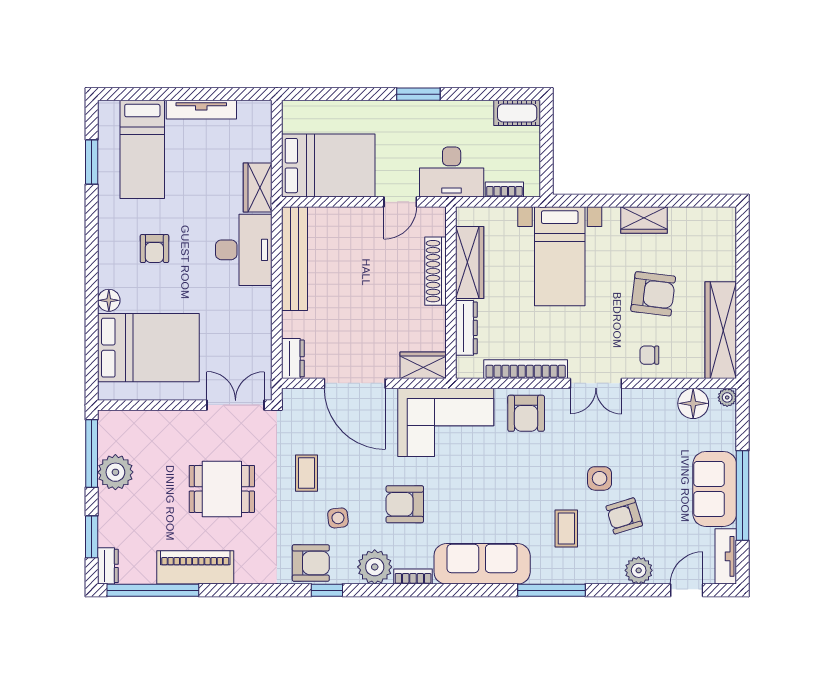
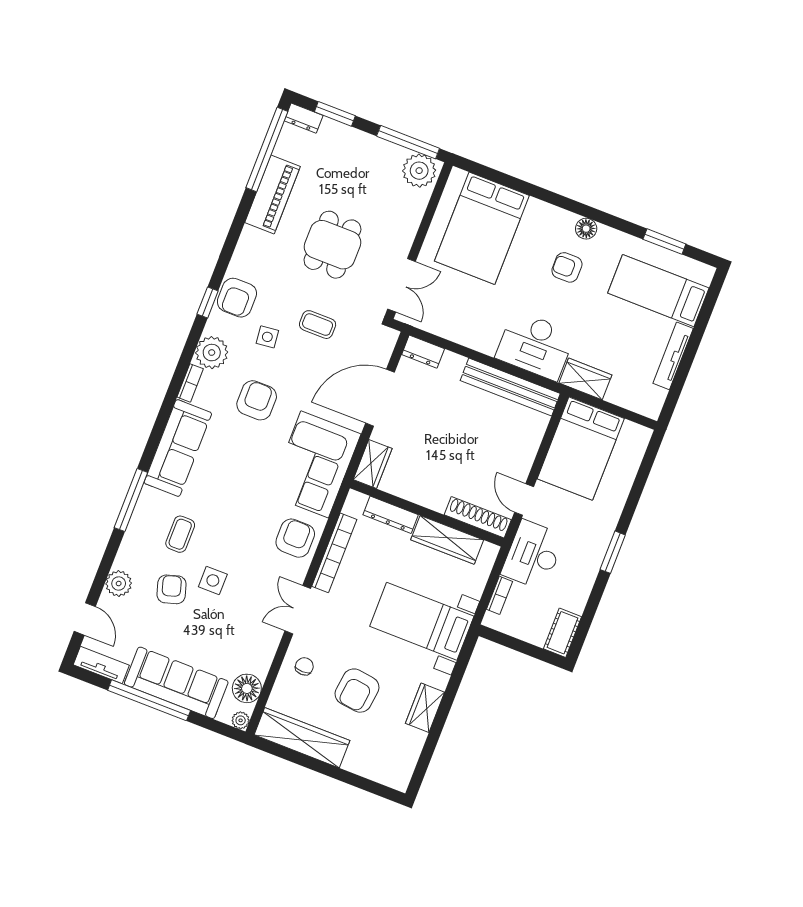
shoe rack: (436, 271) -> (478, 517), moved
floor lamp: (109, 300) -> (586, 229), moved
armchair: (526, 413) -> (295, 538), turned 90
plant: (115, 472) -> (419, 171), moved
sofa: (715, 489) -> (176, 683), width x1.36
coffee table: (566, 528) -> (180, 534), turned 90

